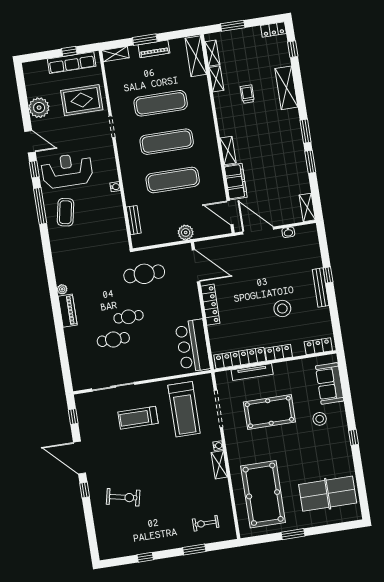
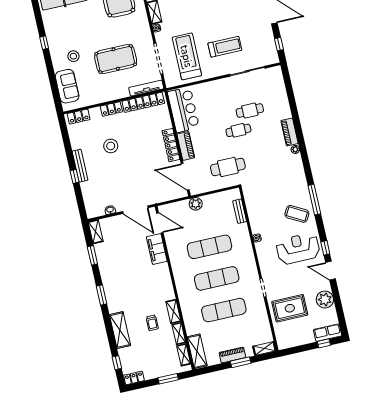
window: (69, 51) -> (324, 343), moved
row of seats: (72, 63) -> (328, 333), moved, width x0.68
shelving: (228, 150) -> (173, 311), moved
window: (310, 162) -> (92, 255), moved
reception desk: (67, 171) -> (298, 249), turned 180
window: (40, 206) -> (314, 200), moved
coffee table: (66, 212) -> (297, 214), turned -72
piano: (193, 302) -> (186, 146), added
tv unit: (252, 372) -> (146, 88), moved

